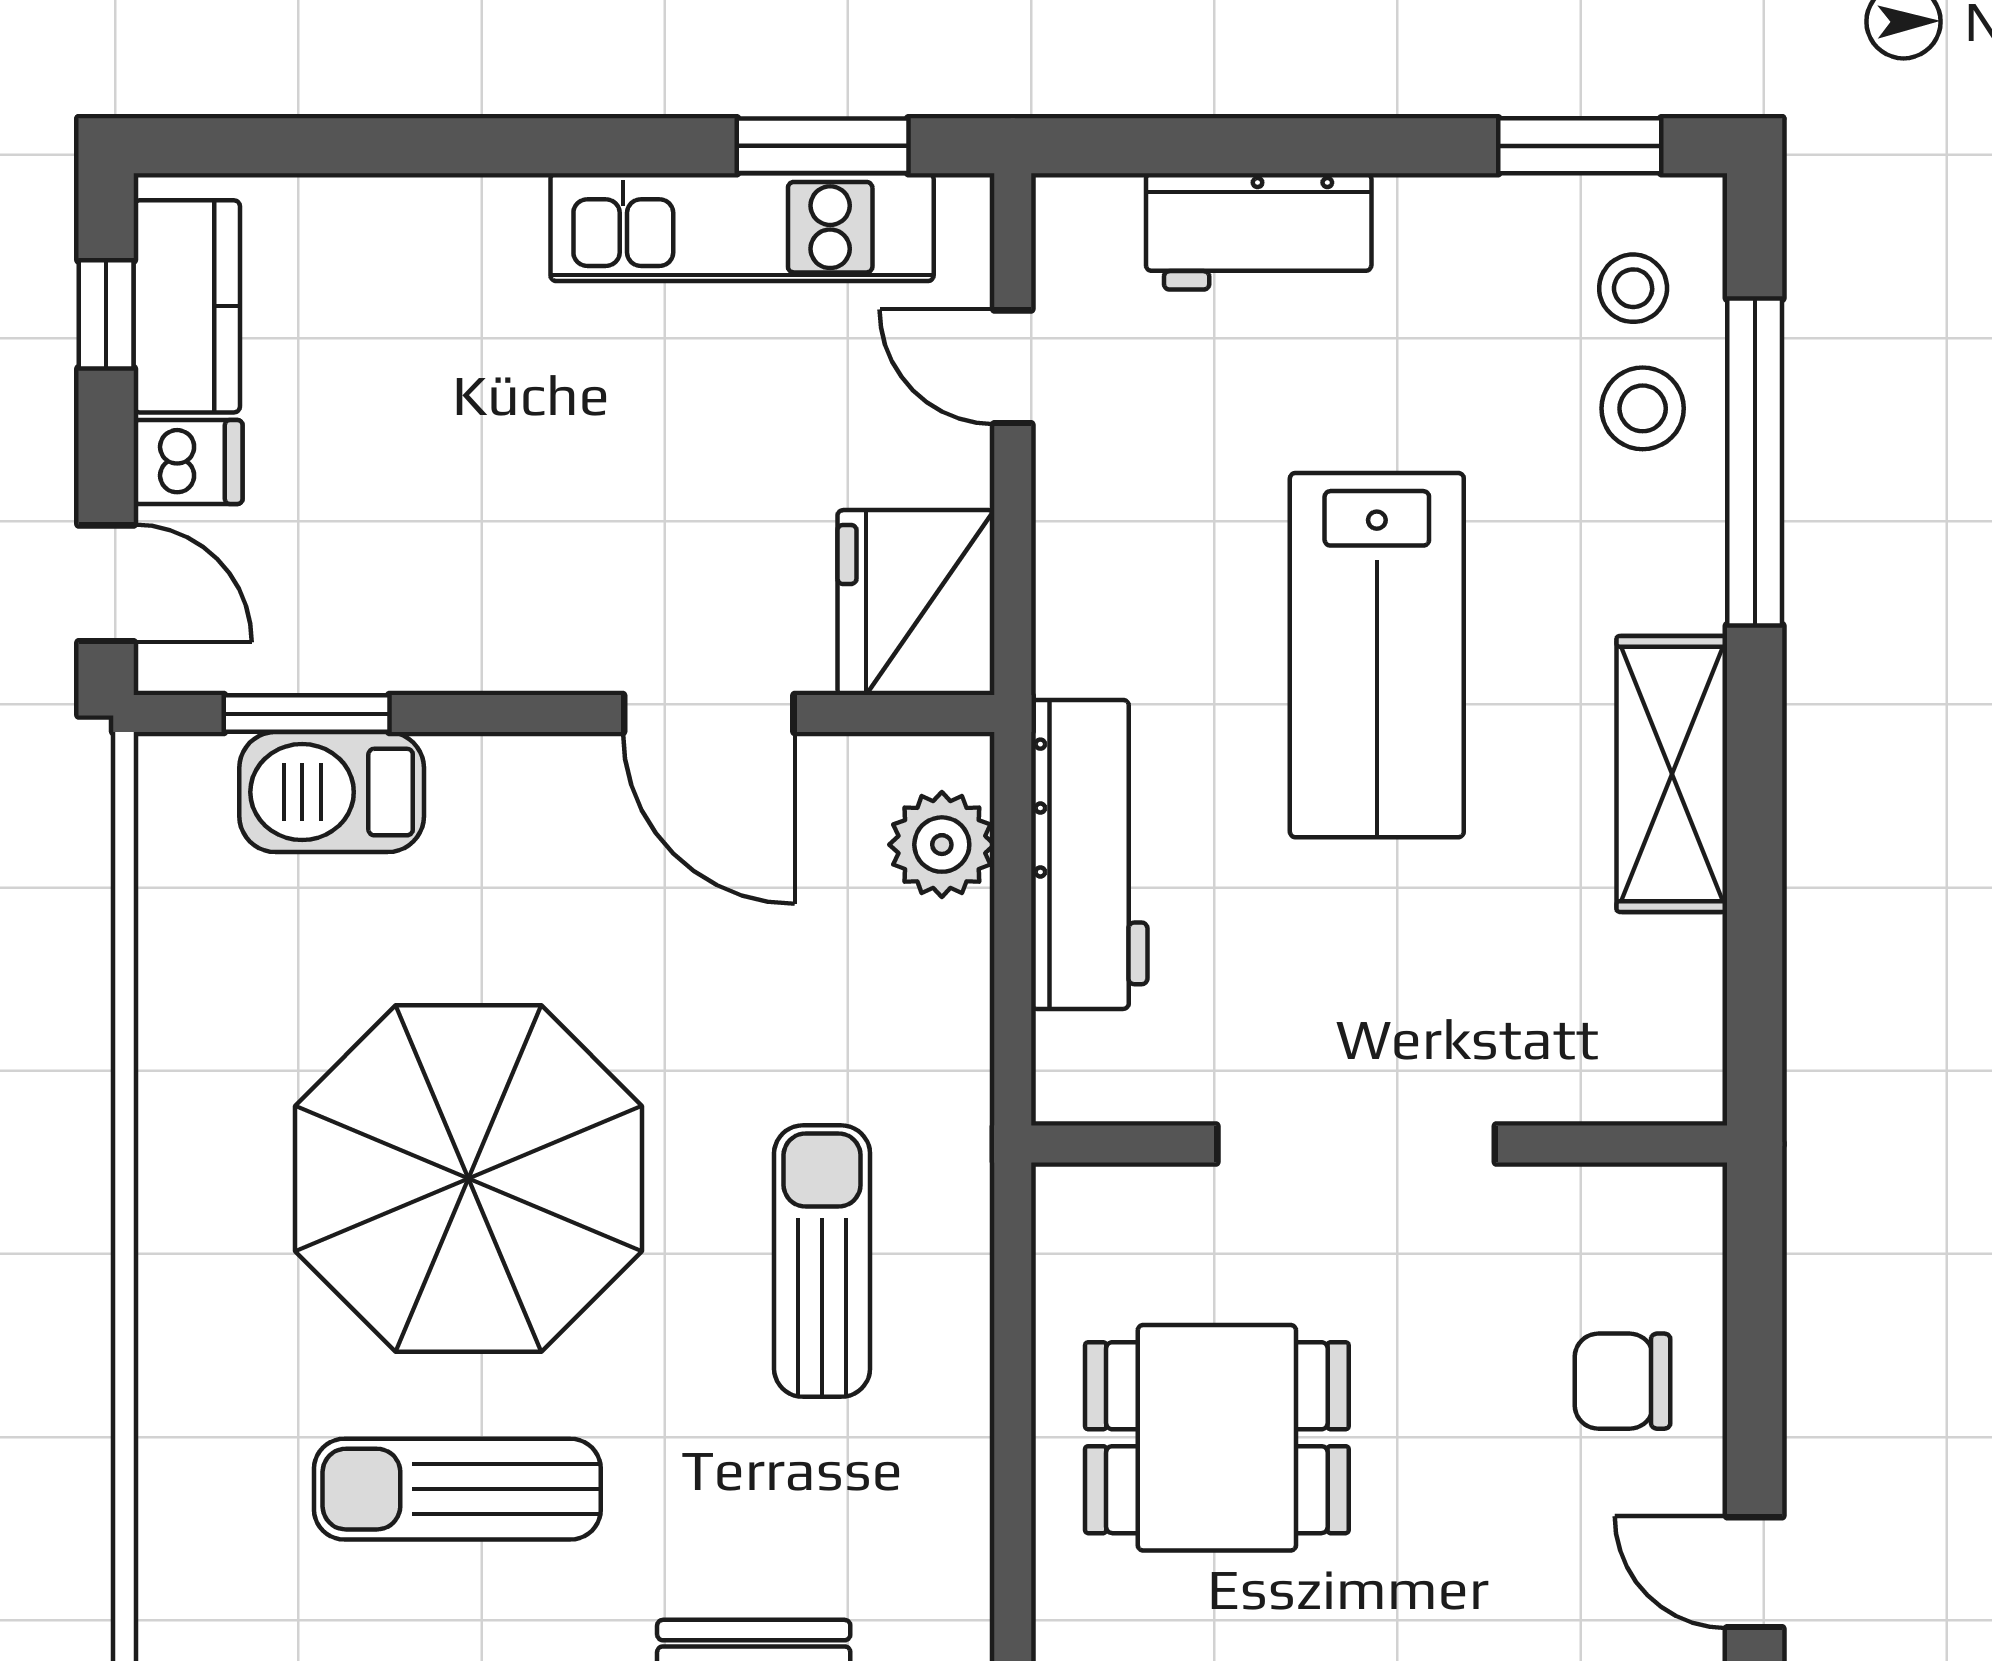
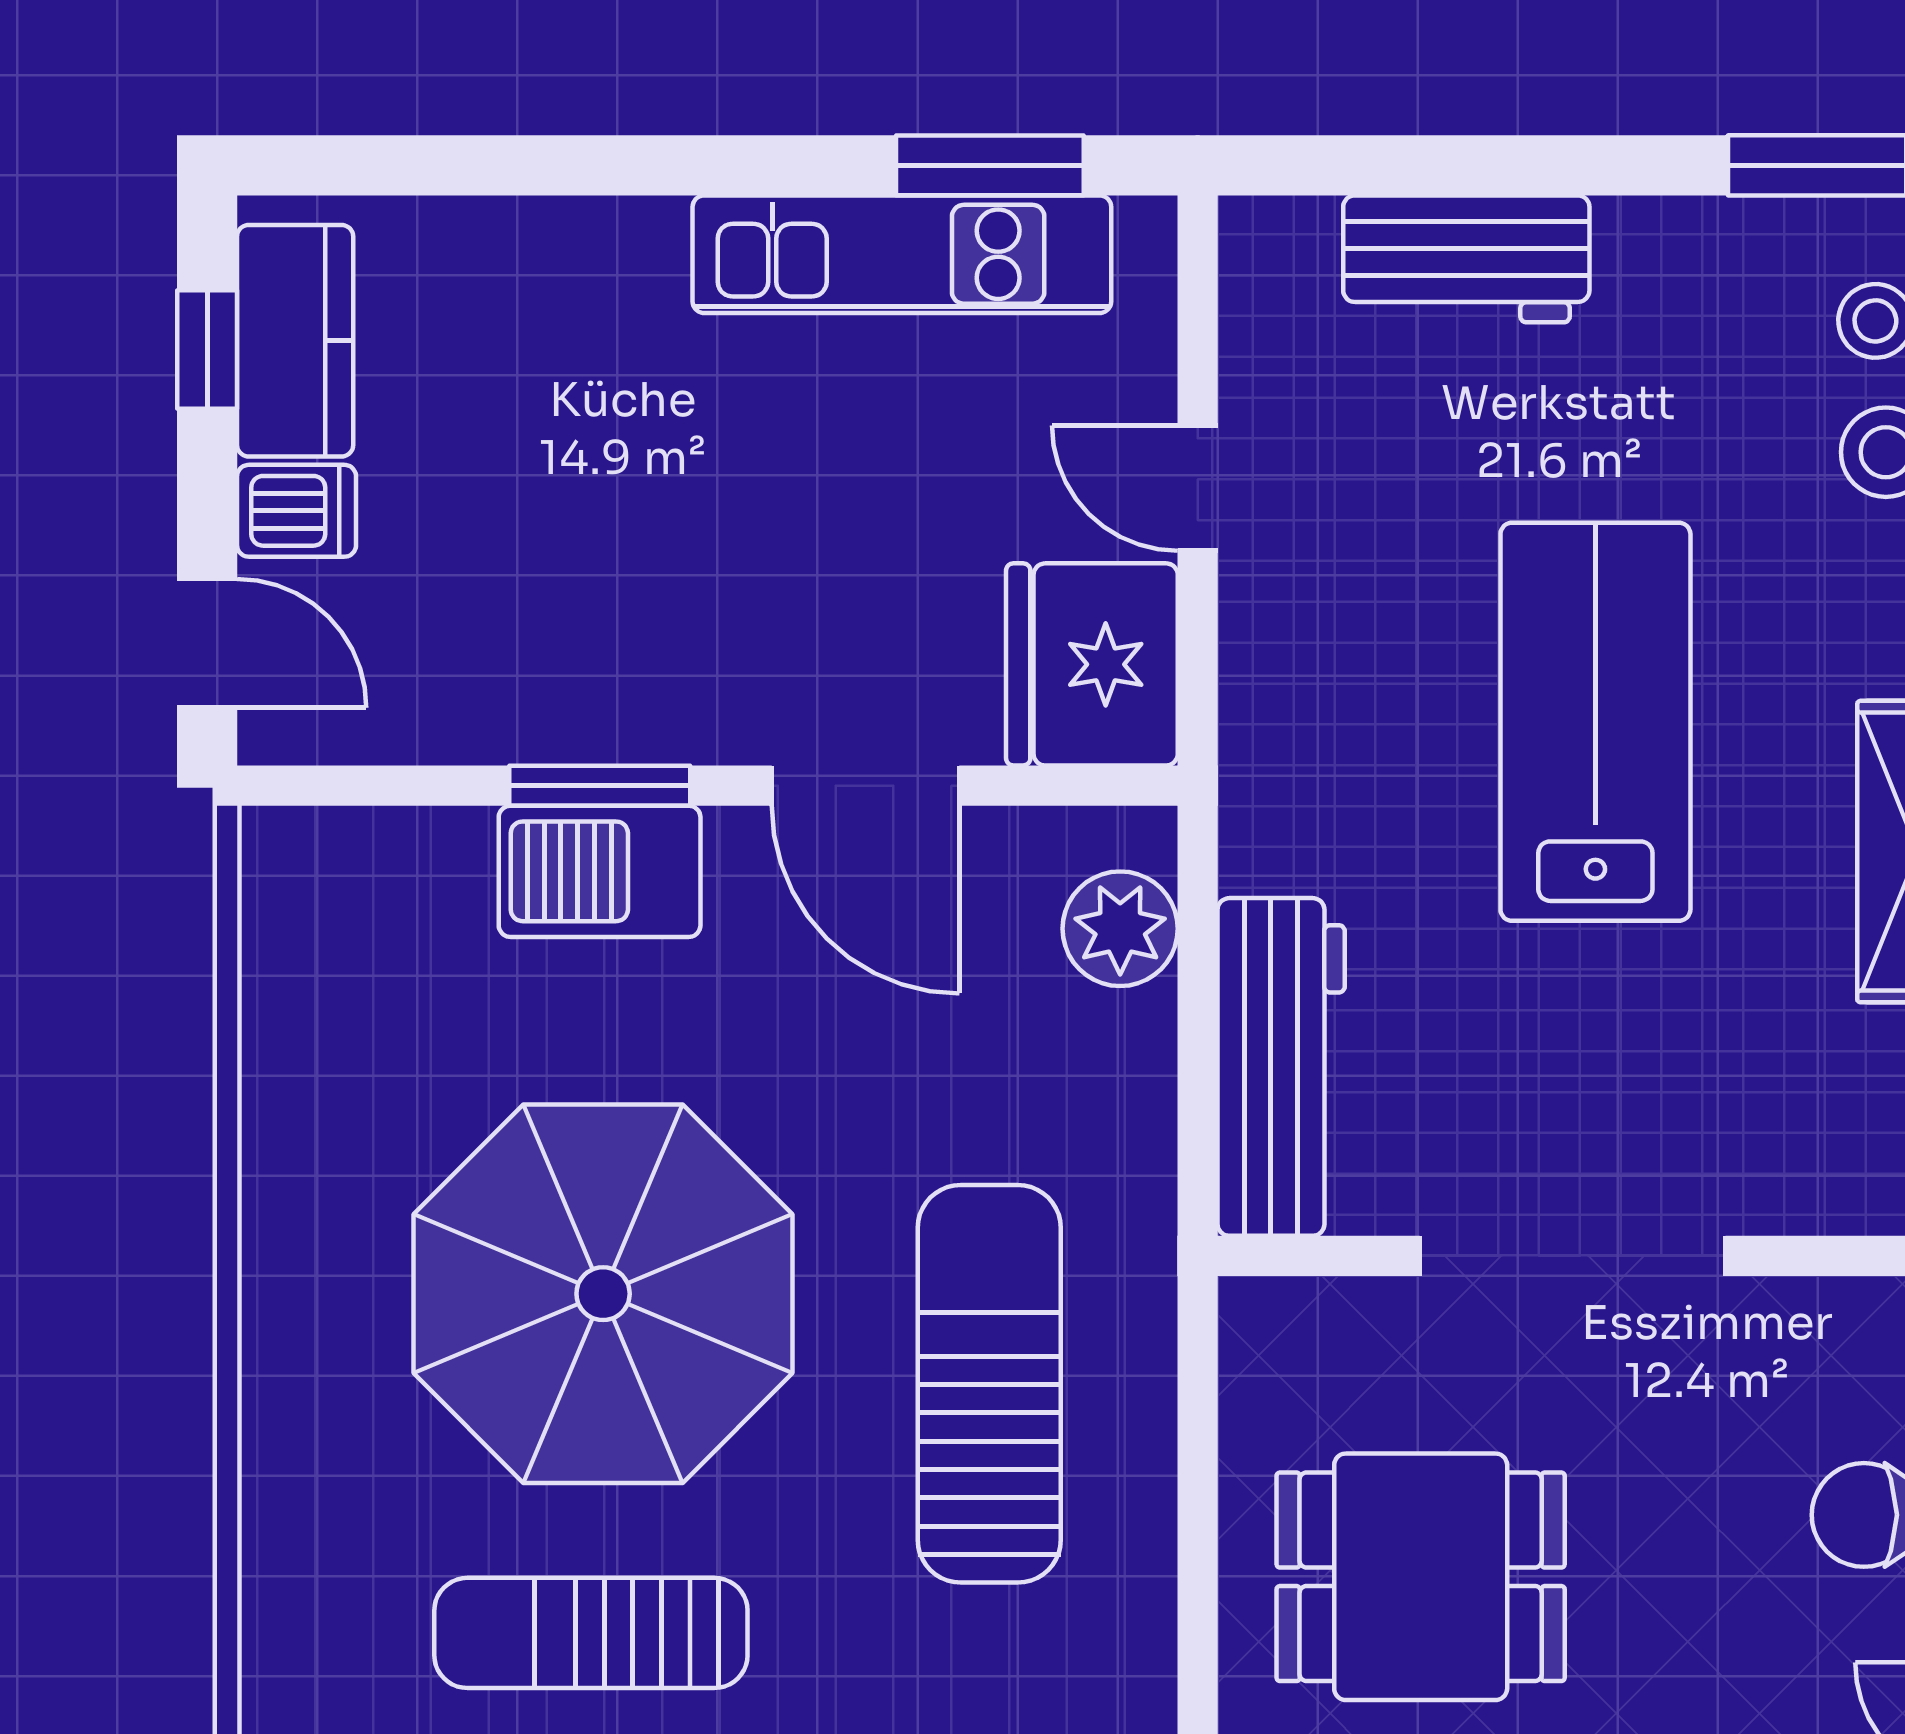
door: (1013, 367) -> (1198, 488), moved
lab bench: (1377, 655) -> (1595, 722), turned 180
window: (307, 714) -> (600, 786), moved
barbecue: (332, 792) -> (600, 871), moved
workbench: (1089, 854) -> (1281, 1067), moved
sun lounger: (822, 1261) -> (989, 1384), width x1.36, depth x1.34

